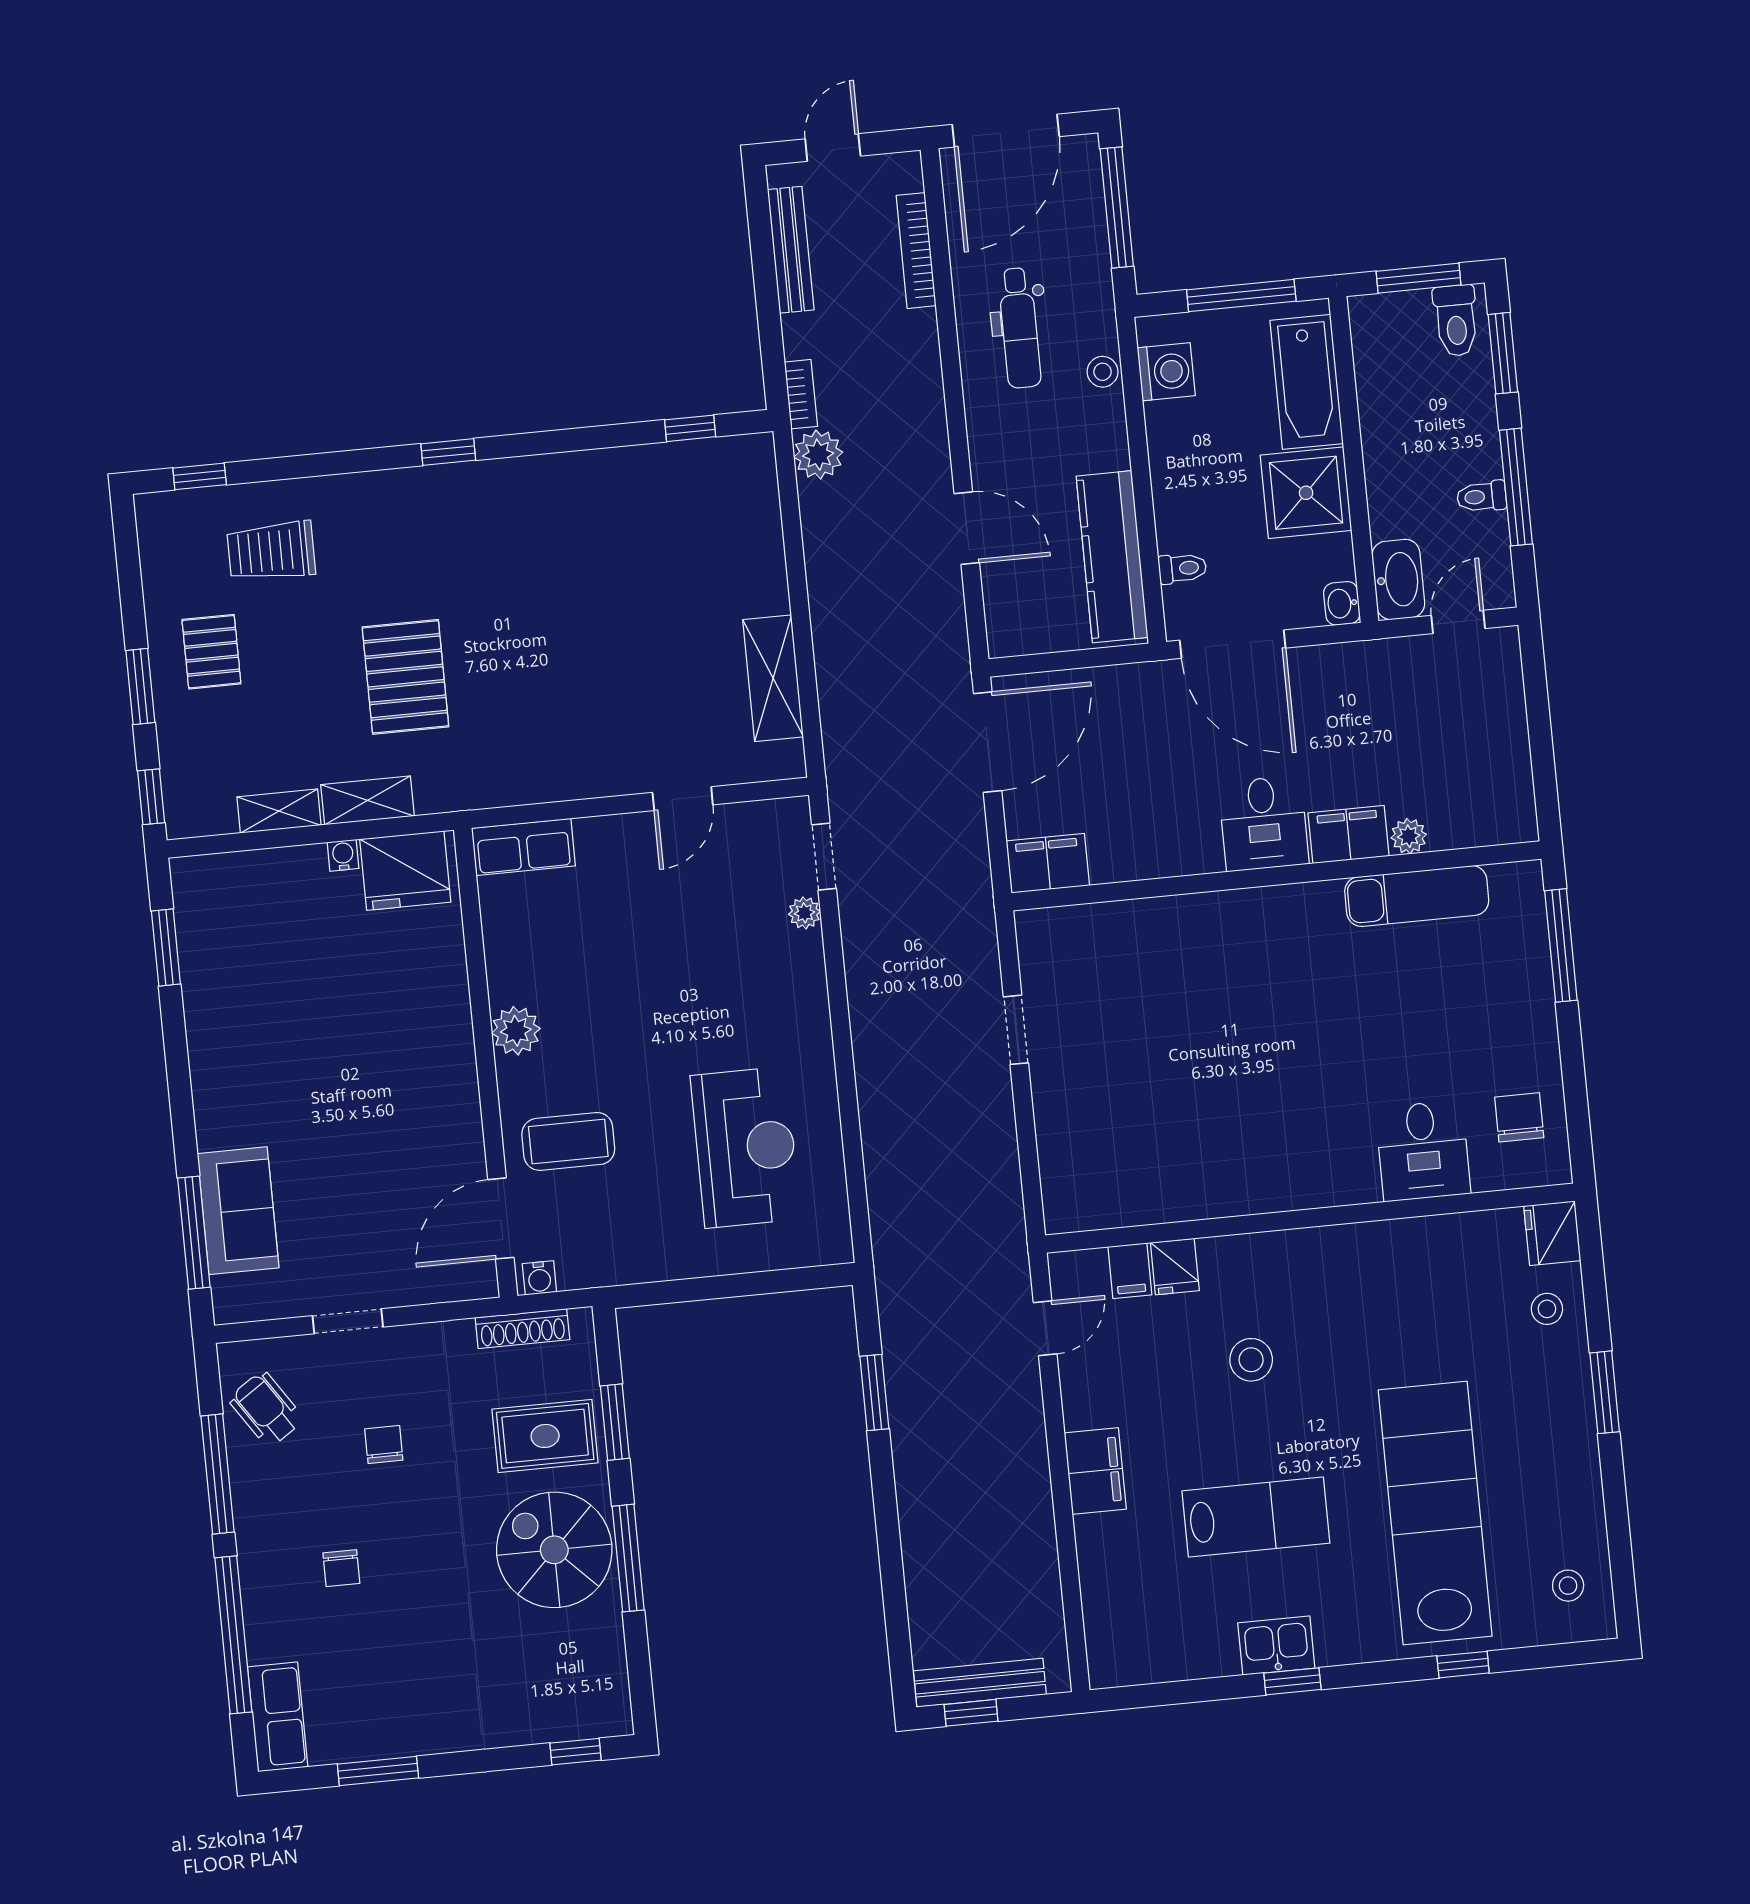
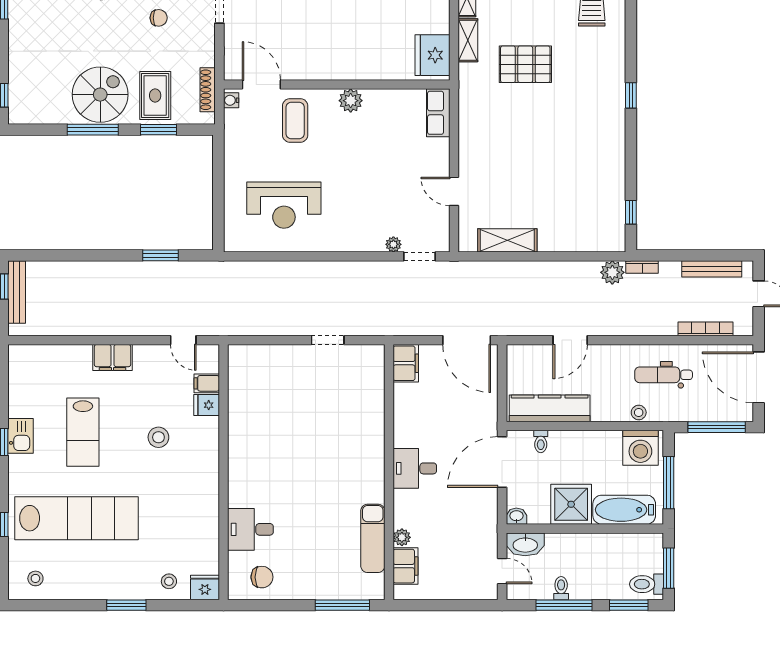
washing machine: (1166, 372) -> (640, 448), width x1.37, depth x1.37
filing cabinet: (1348, 834) -> (405, 566), moved
water cooler: (343, 855) -> (443, 26), removed

